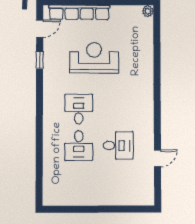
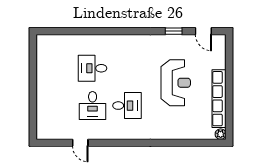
row of seats: (79, 12) -> (219, 99), moved
desk: (79, 109) -> (127, 106), moved

